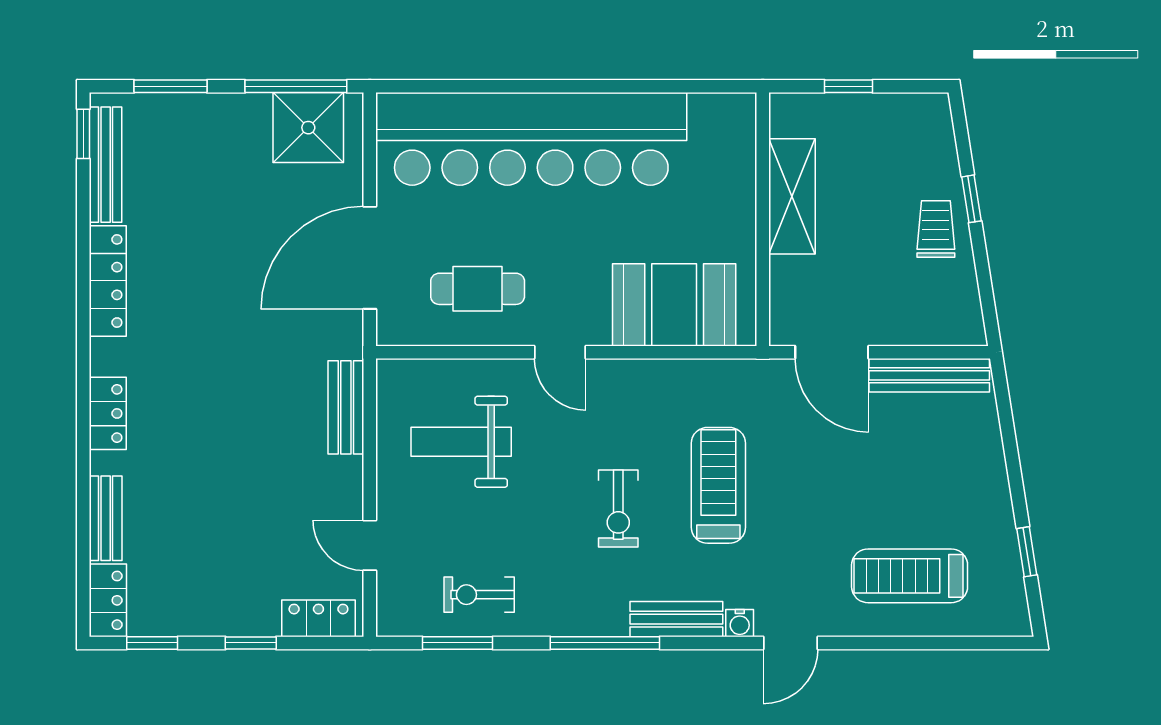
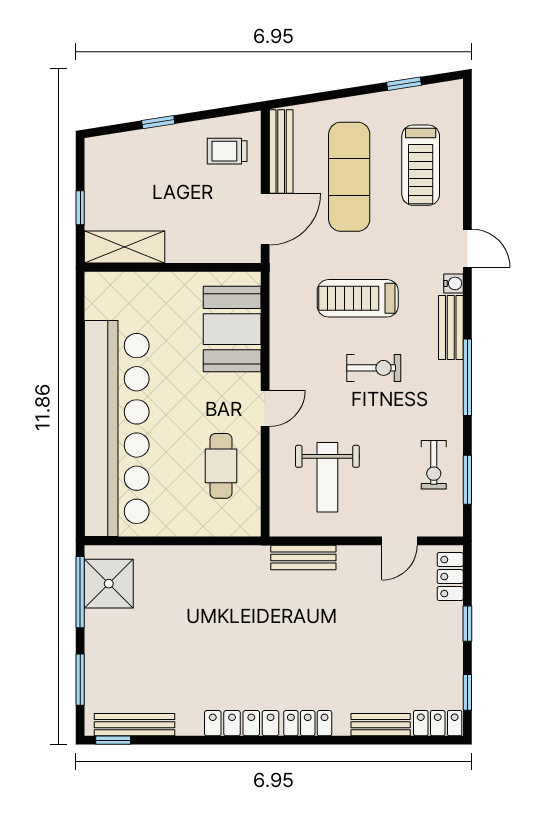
shelving: (792, 196) -> (125, 247), moved
trolley: (936, 229) -> (227, 151), moved
door: (370, 258) -> (199, 541), removed
locker: (108, 281) -> (242, 723), moved
exercise mat: (893, 473) -> (349, 177), added

